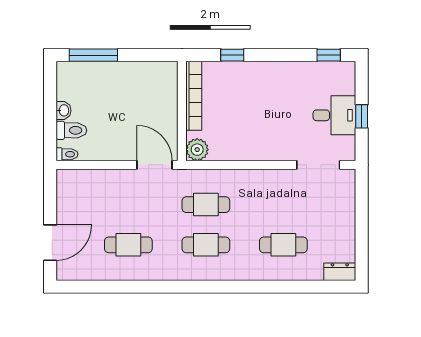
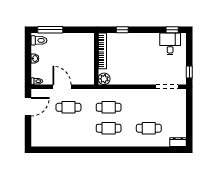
desk: (334, 115) -> (170, 44), moved, turned -90
window: (362, 116) -> (189, 72), moved
toilet: (71, 130) -> (39, 40), moved
door: (155, 165) -> (62, 87), moved
door: (50, 243) -> (28, 107), moved
cafe table: (128, 245) -> (68, 107), moved

